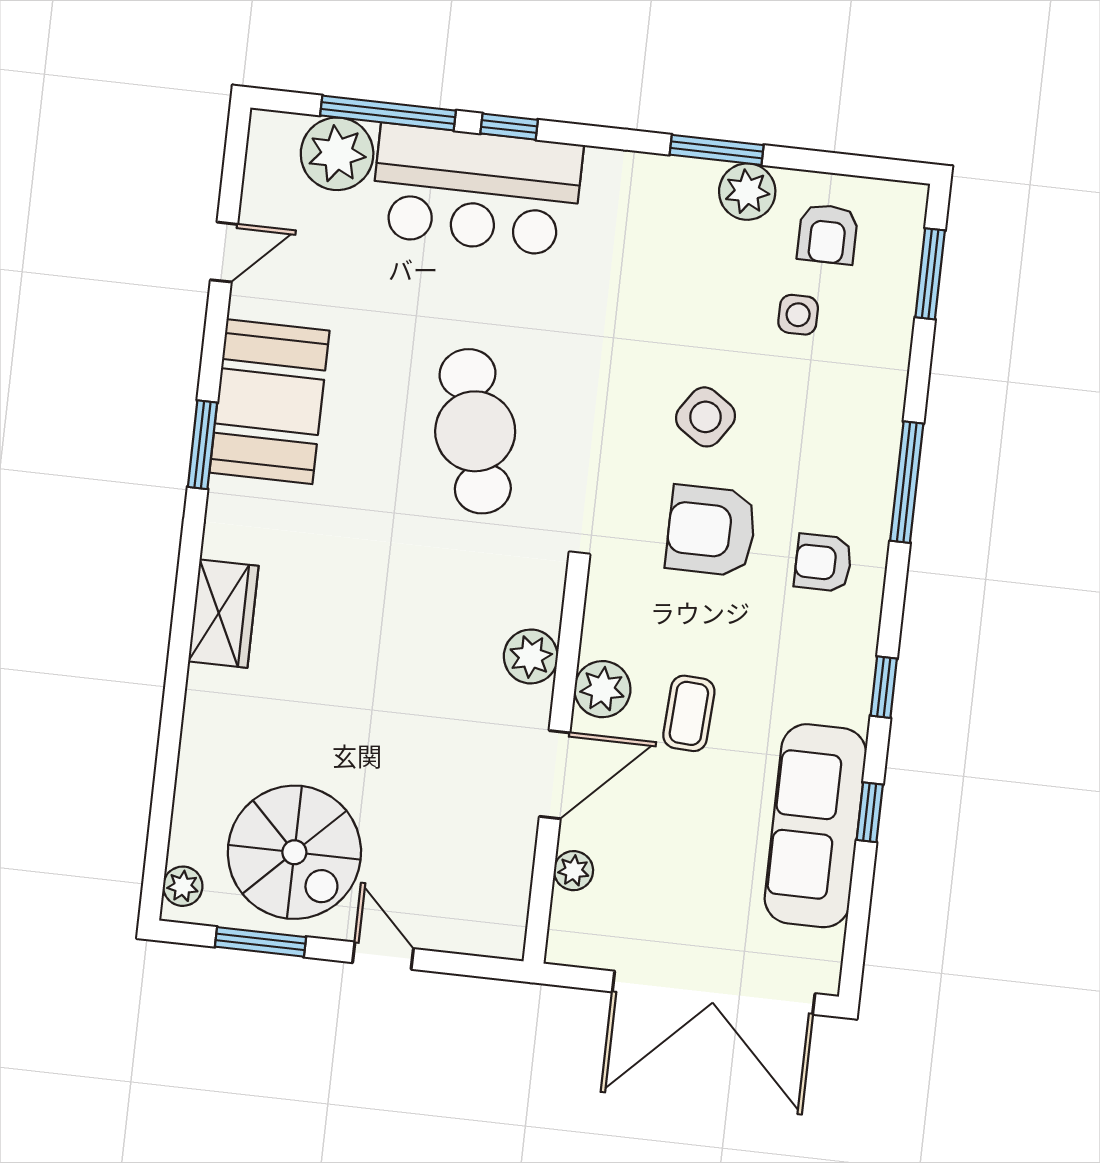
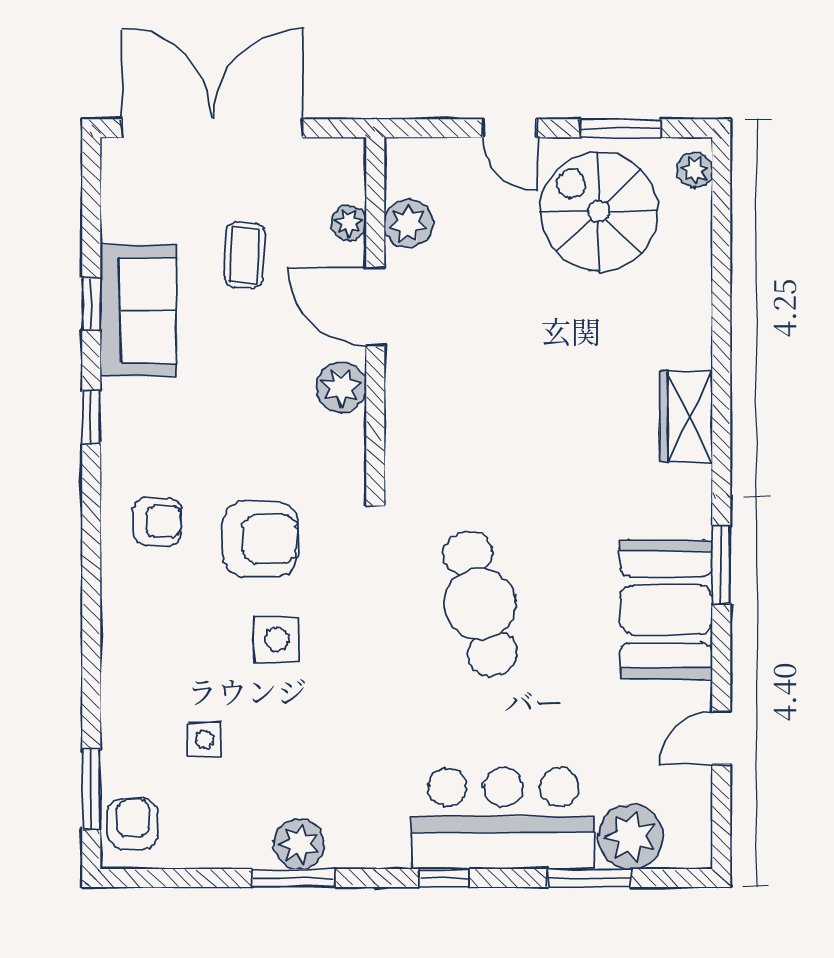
window: (388, 113) -> (589, 878), width x0.69
window: (509, 127) -> (444, 878), moved
plant: (747, 192) -> (299, 844), moved
armchair: (828, 234) -> (133, 824), moved
side table: (706, 417) -> (277, 639), turned -34
window: (907, 482) -> (91, 602), removed
plant: (531, 656) -> (408, 223), moved
coffee table: (689, 713) -> (245, 255), moved
door: (555, 775) -> (375, 306), hinge flipped
sofa: (815, 826) -> (138, 311), width x0.73

